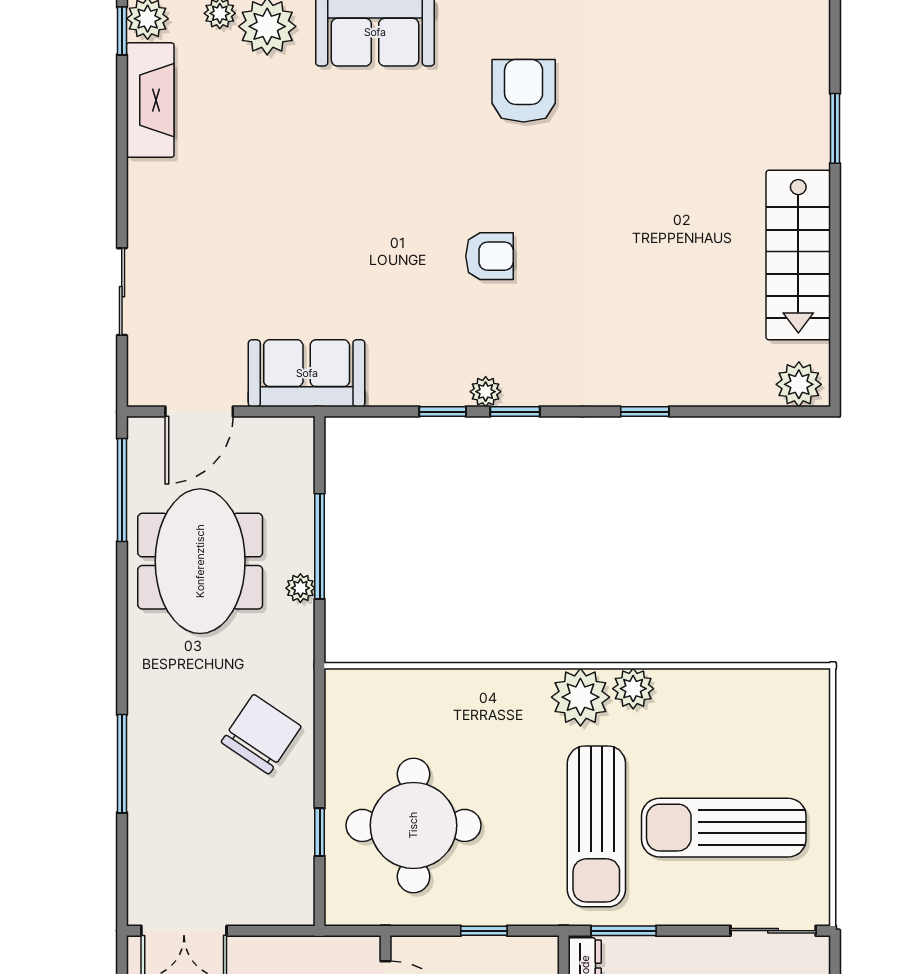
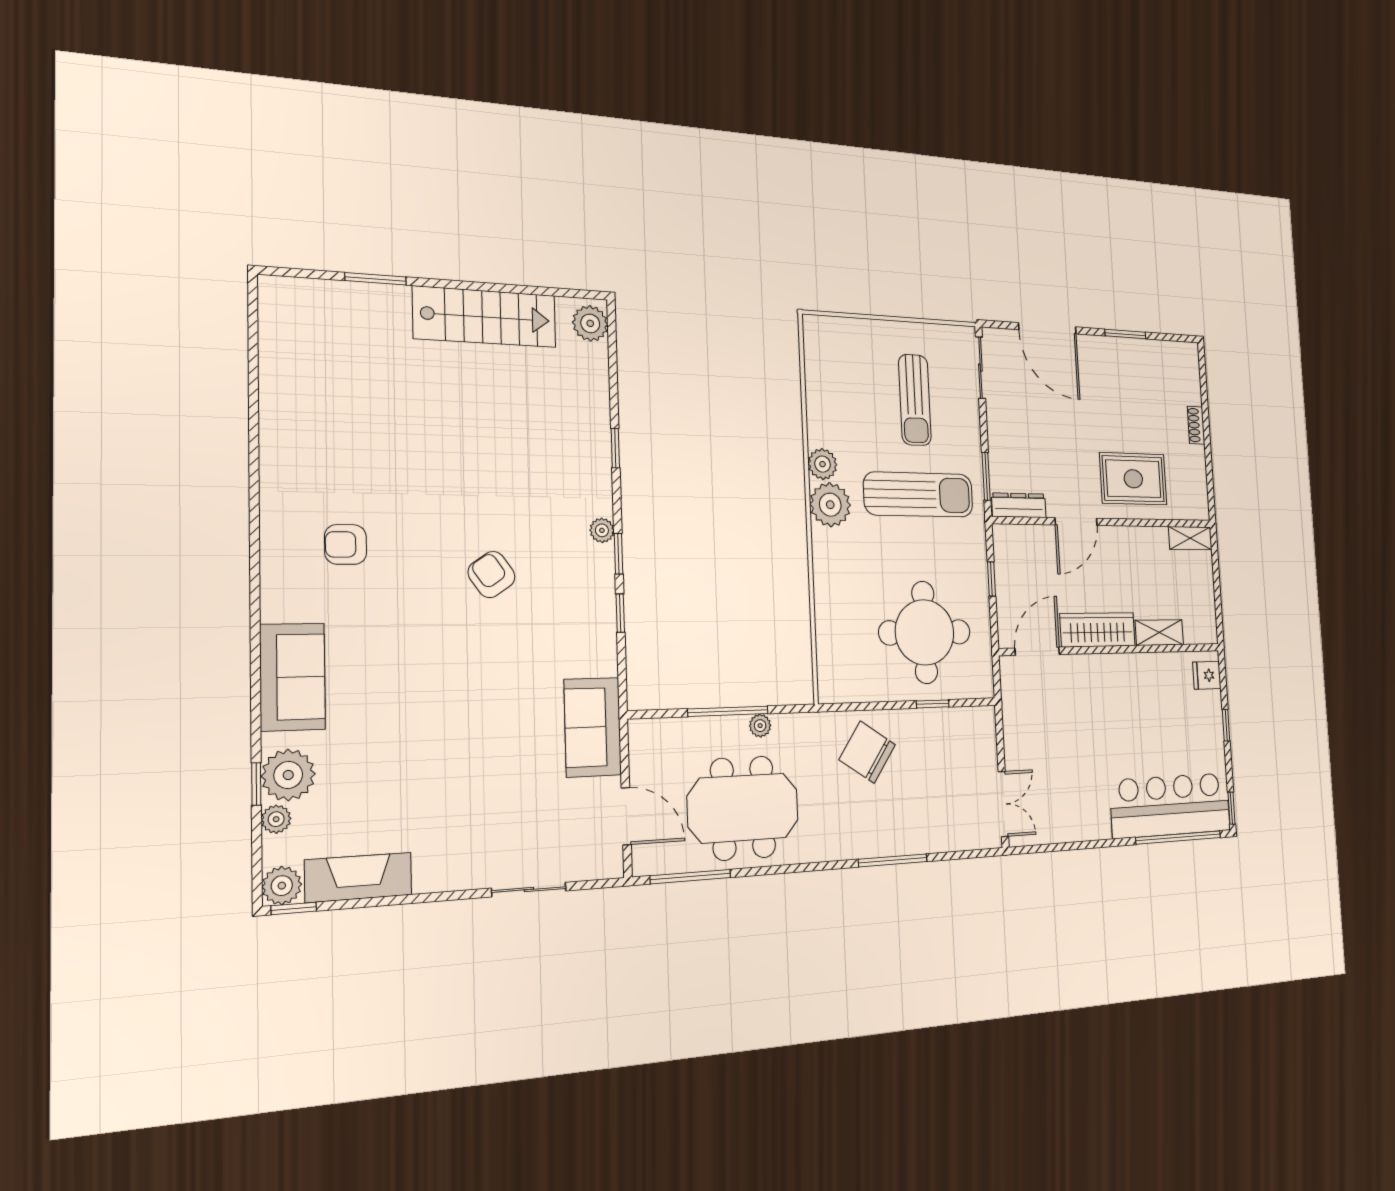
armchair: (524, 91) -> (346, 544), width x0.72, depth x0.72
armchair: (489, 256) -> (492, 575), turned -35
plant: (486, 392) -> (602, 530), moved
sun lounger: (724, 828) -> (915, 400), width x0.73, depth x0.75

